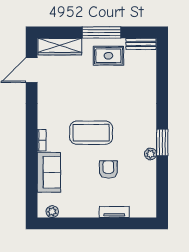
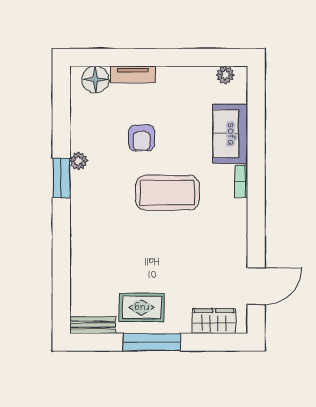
wardrobe: (60, 47) -> (214, 321), width x0.67
floor lamp: (139, 209) -> (95, 79), added

